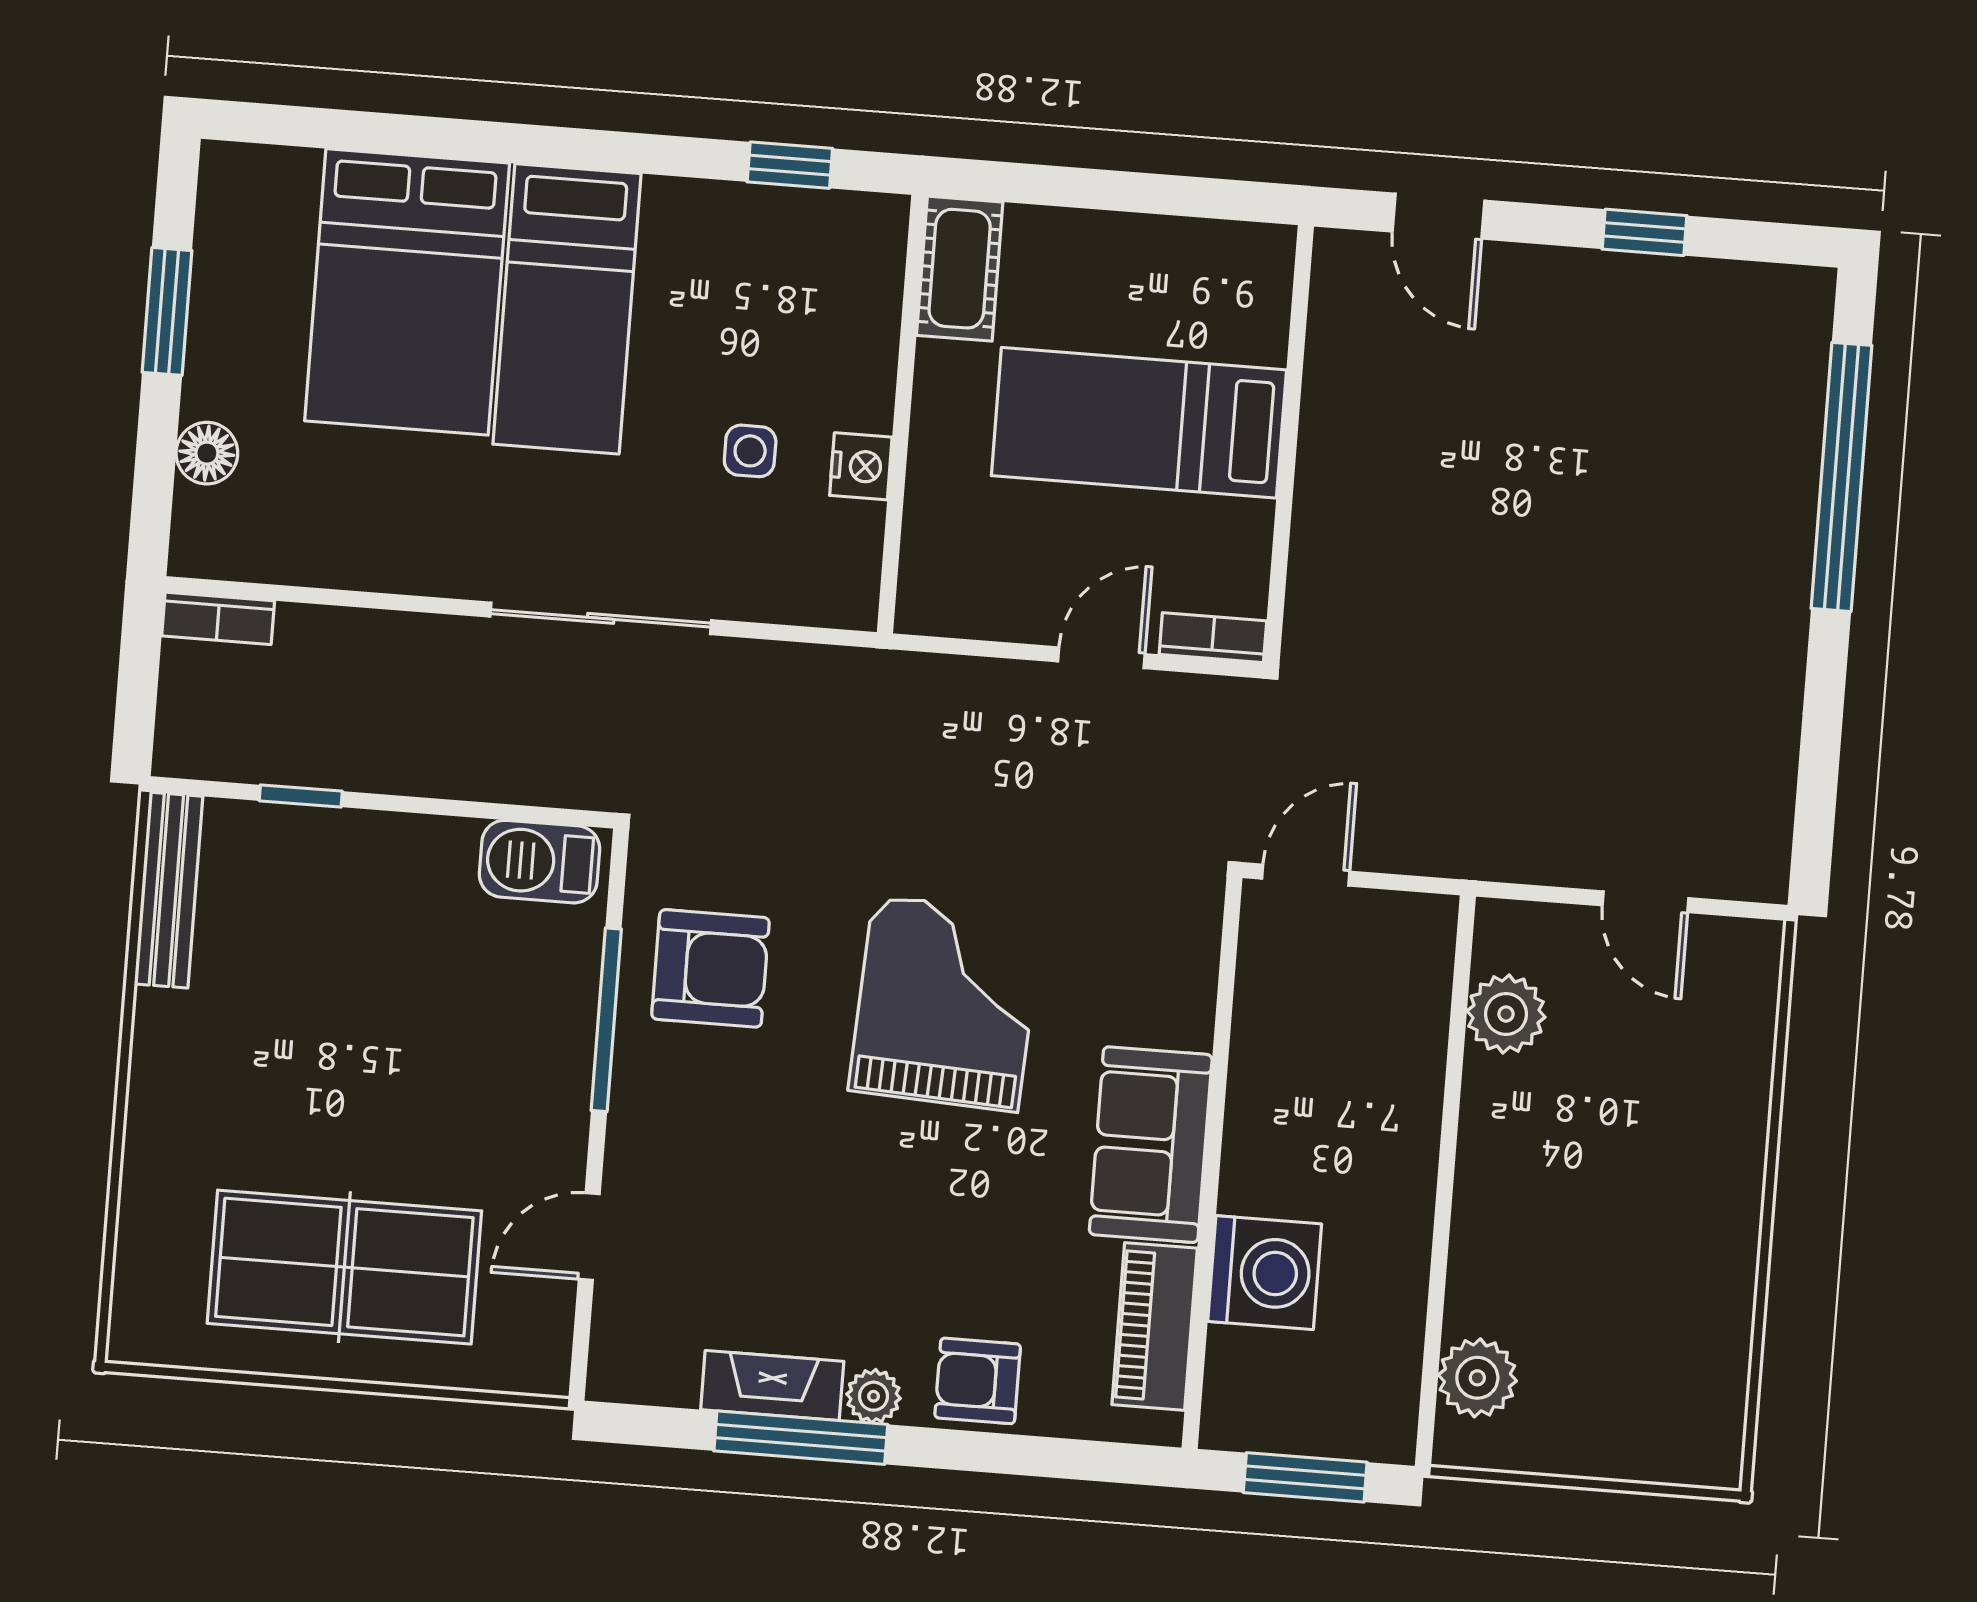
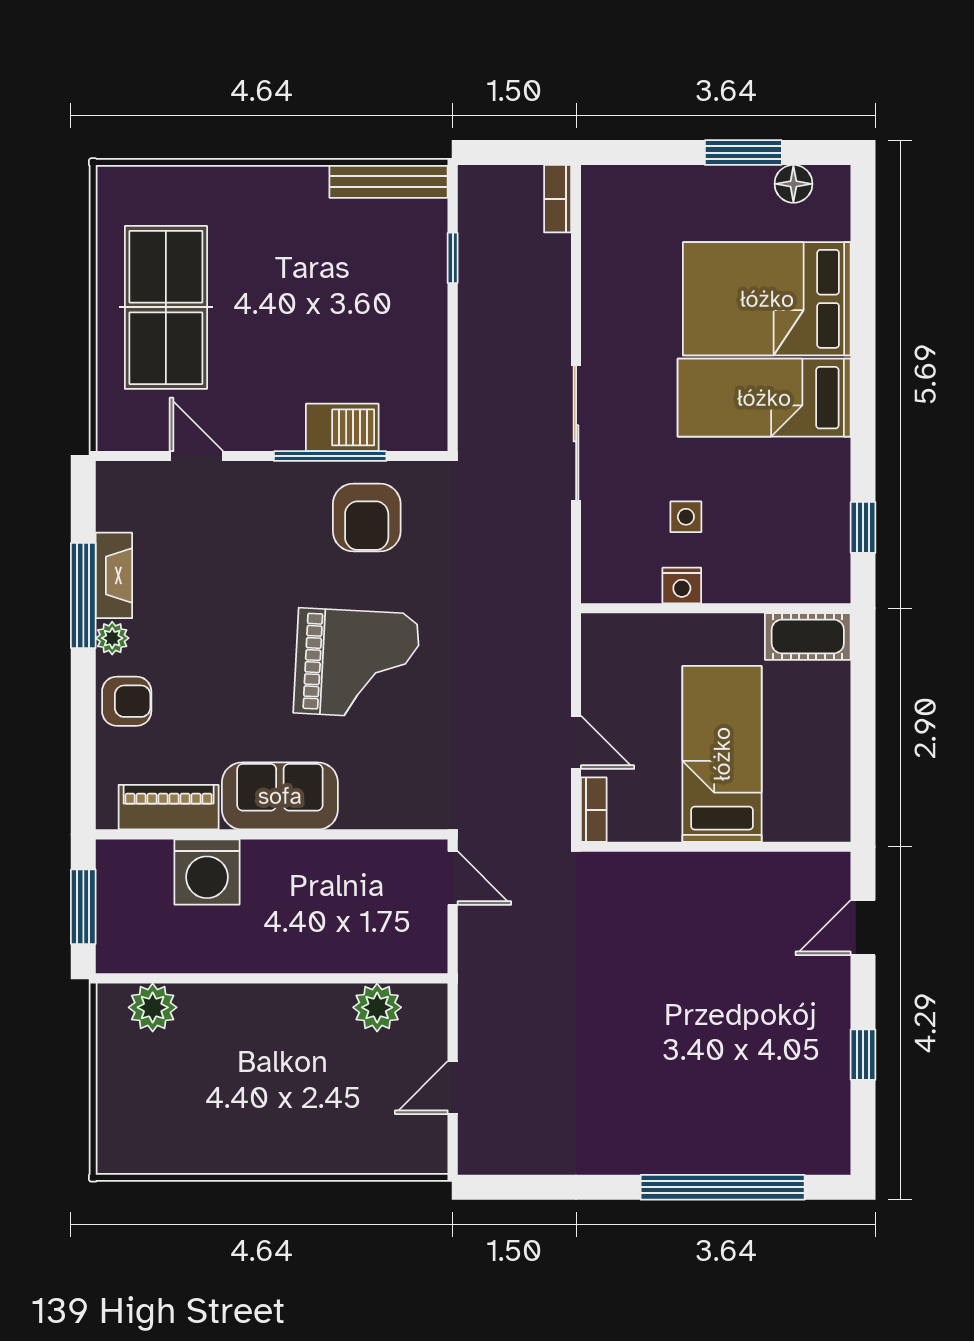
floor lamp: (207, 453) -> (793, 184), moved
barbecue: (540, 862) -> (342, 427), moved, turned 90
armchair: (978, 1381) -> (127, 701), turned 90

